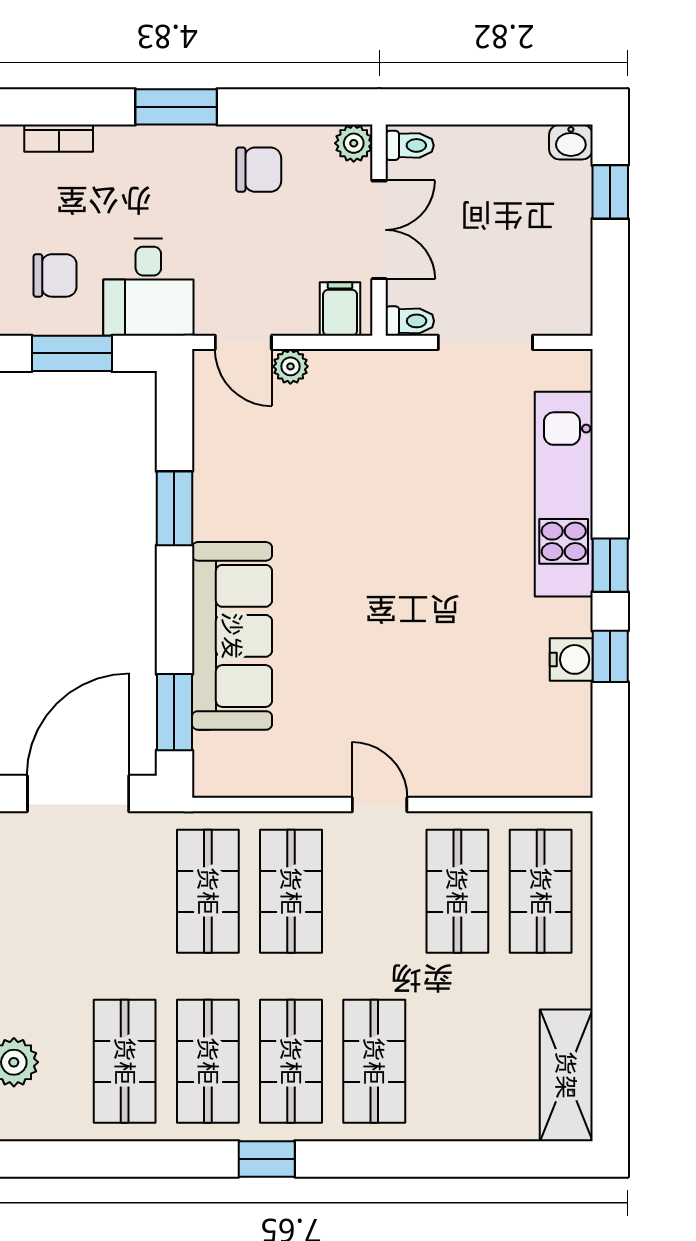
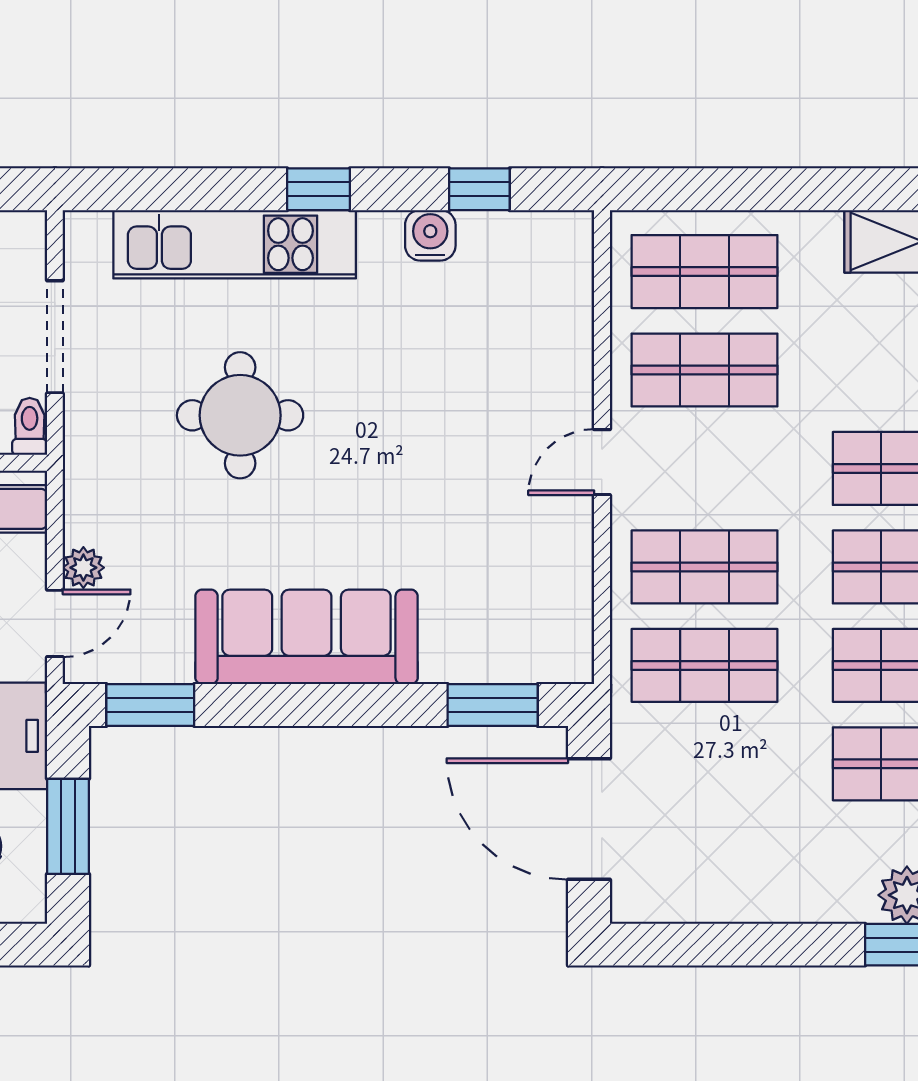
round table: (419, 499) -> (240, 415), added
window: (174, 508) -> (150, 705), moved
sofa: (232, 636) -> (307, 637), moved
window: (610, 656) -> (479, 189), moved

